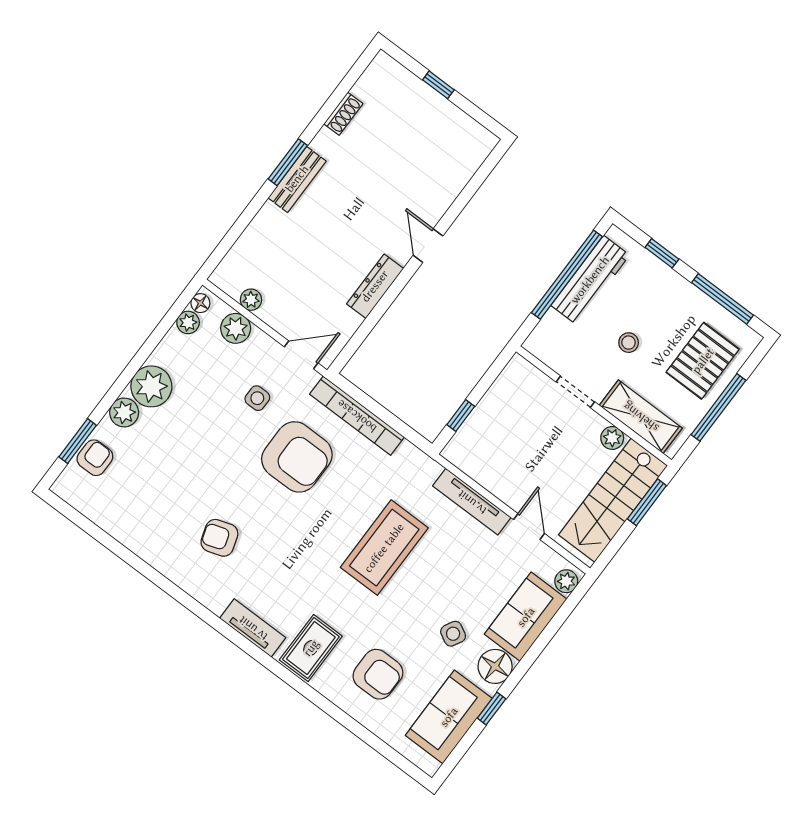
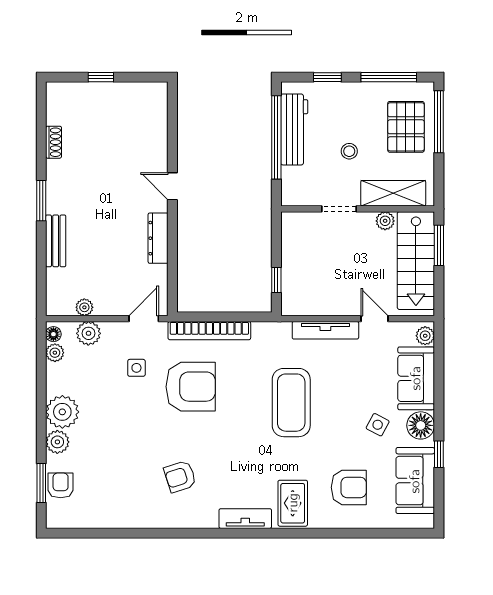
bench: (297, 179) -> (56, 241), moved
window: (718, 407) -> (439, 122), moved

